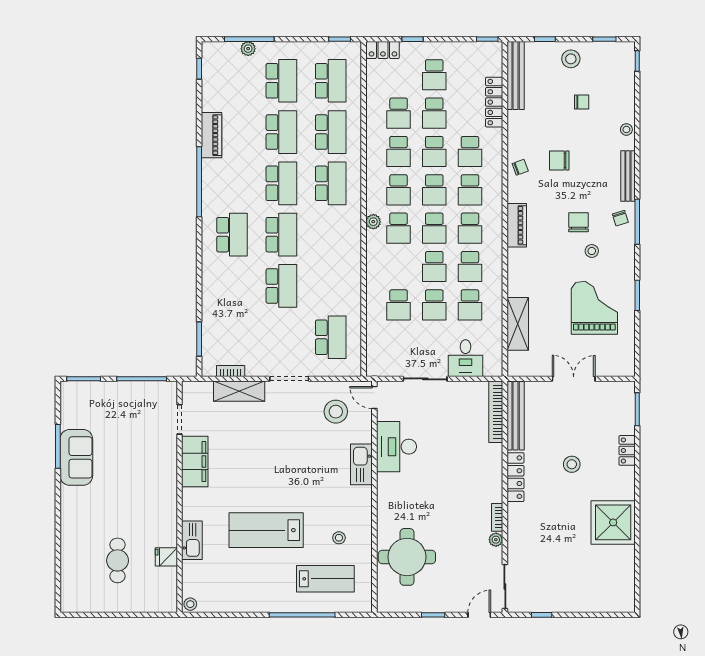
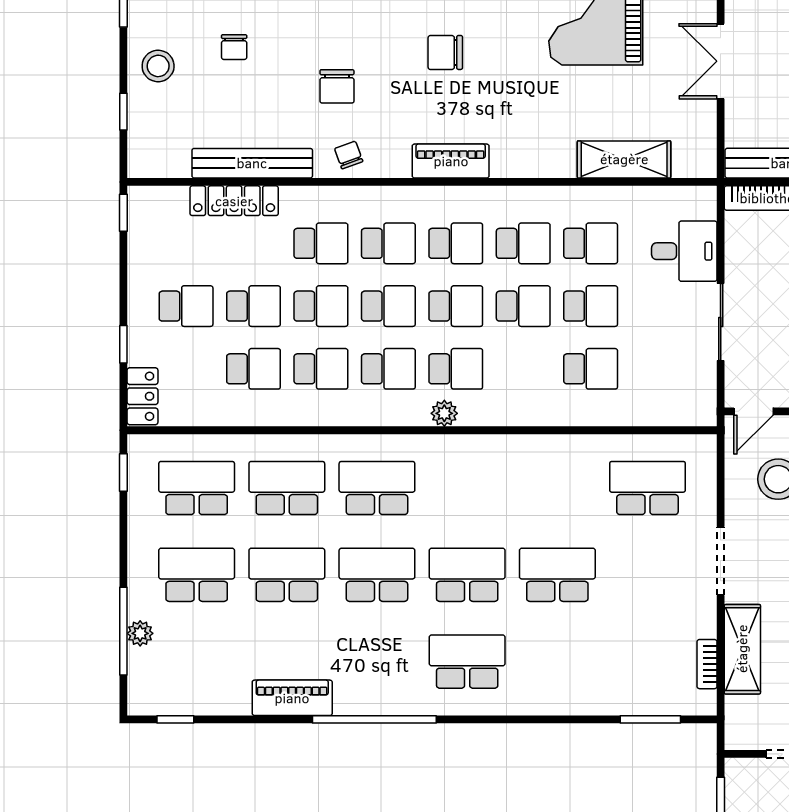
bench: (516, 75) -> (252, 163), moved
chair: (582, 102) -> (234, 47), turned 180
stool: (592, 251) -> (496, 29), removed

